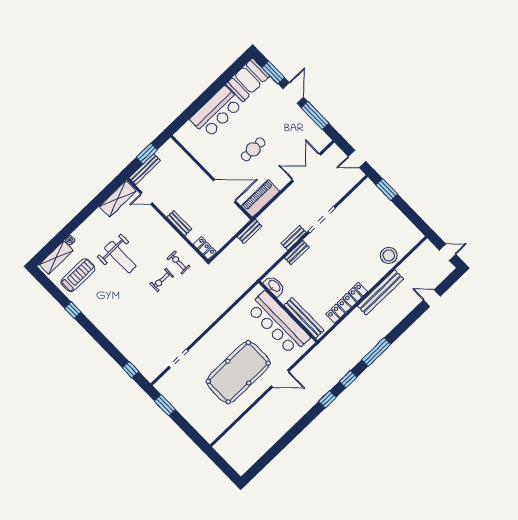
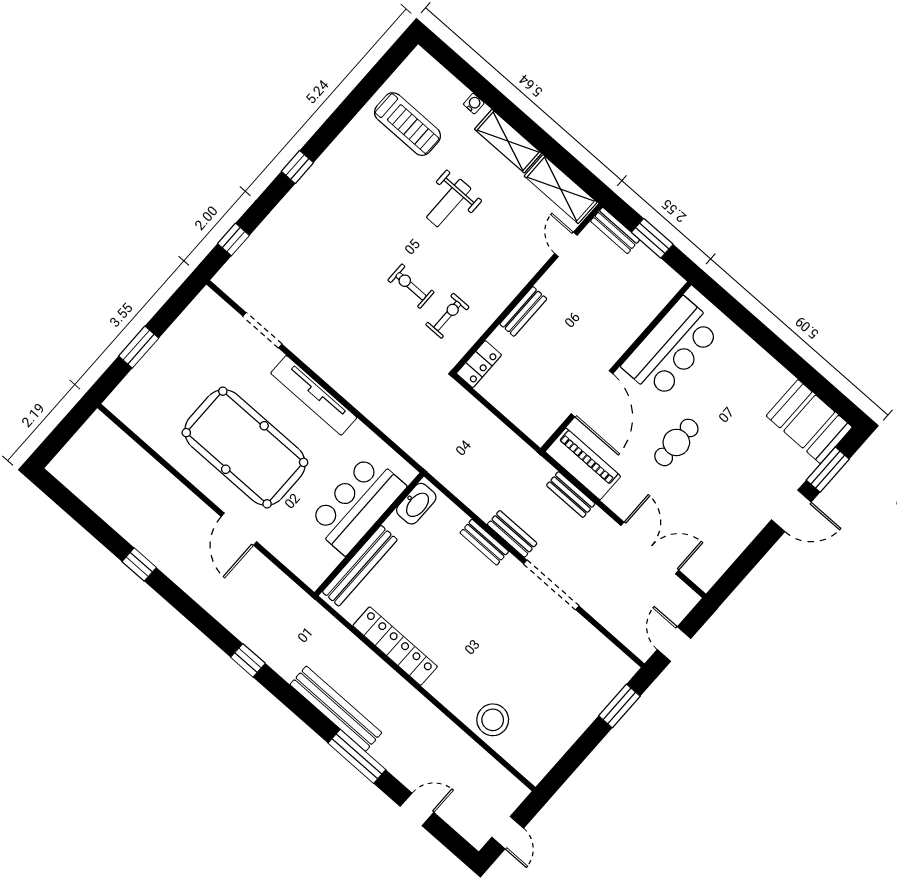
bar counter: (217, 112) -> (671, 348), moved, turned -90
window: (315, 115) -> (751, 556), removed
cafe table: (253, 149) -> (676, 442), turned 90
bench: (145, 169) -> (615, 230), width x0.73
bench: (250, 231) -> (571, 495), moved
weight bench: (120, 257) -> (449, 203), width x0.73, depth x0.75
shelving: (56, 258) -> (508, 141), moved
bench: (380, 292) -> (336, 709), moved
door: (432, 298) -> (417, 809), hinge flipped
window: (73, 310) -> (297, 167), moved
bar counter: (278, 323) -> (357, 504), width x0.73
tv unit: (214, 335) -> (314, 395), added
window: (376, 352) -> (357, 756), moved
window: (328, 399) -> (139, 564), moved
window: (165, 405) -> (139, 347), moved

